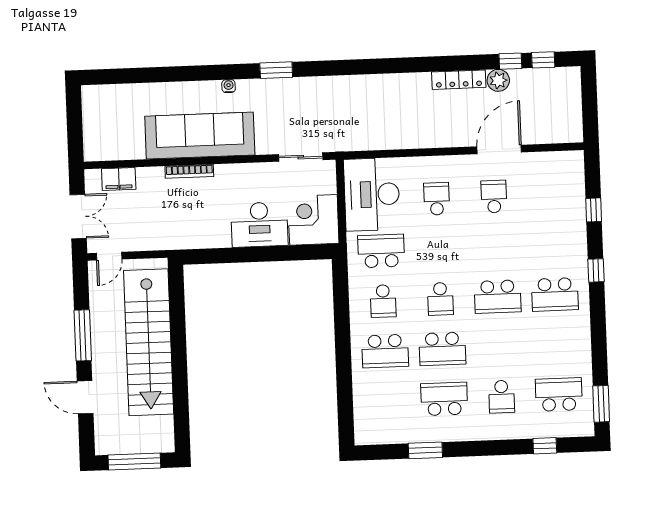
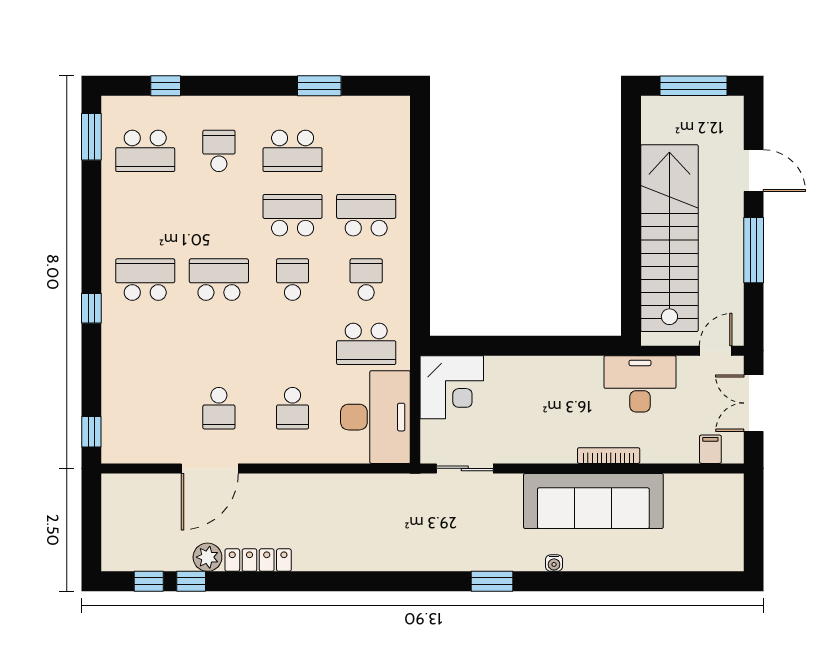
filing cabinet: (119, 179) -> (710, 449), width x0.50
window: (594, 210) -> (91, 432), moved
desk: (259, 225) -> (640, 384), moved

